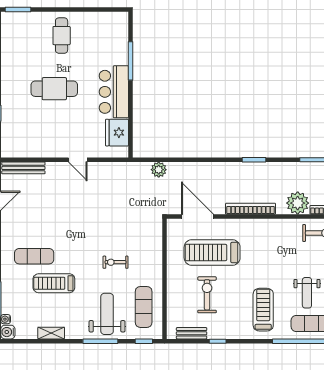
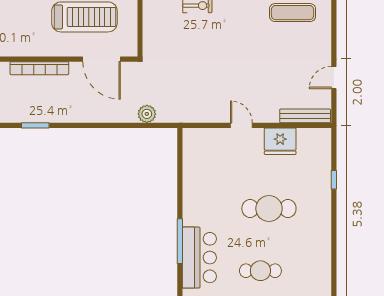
cafe table: (62, 36) -> (260, 271), turned 90
bar counter: (114, 92) -> (199, 258), moved
fridge: (117, 133) -> (280, 141), moved, turned 90

